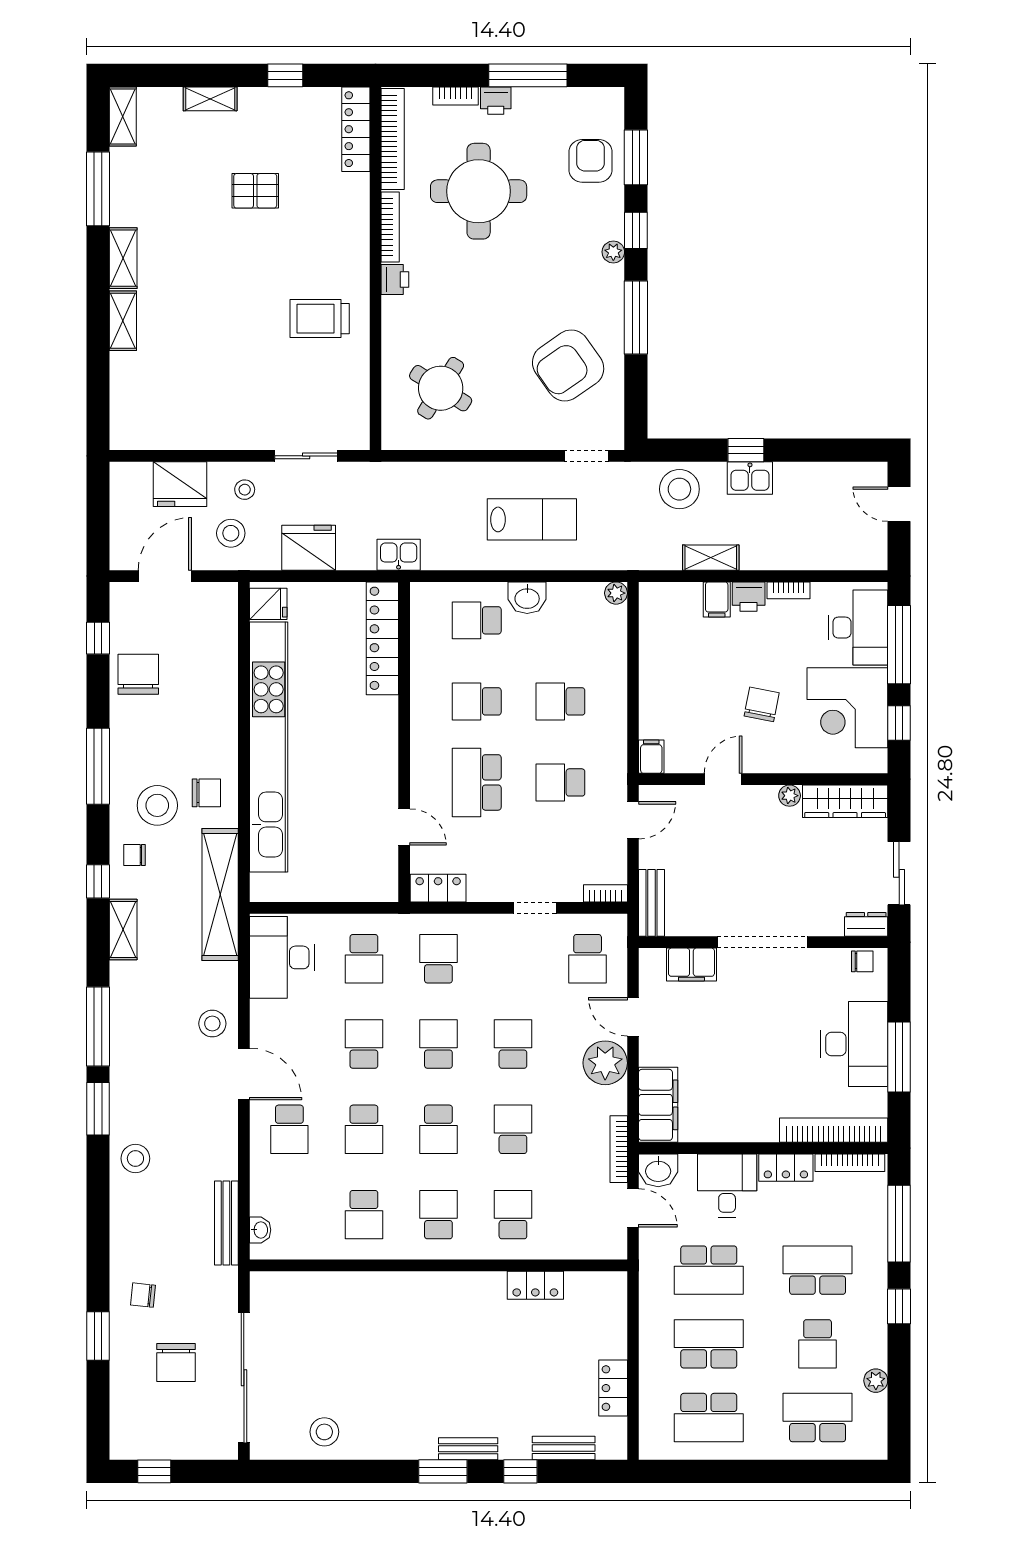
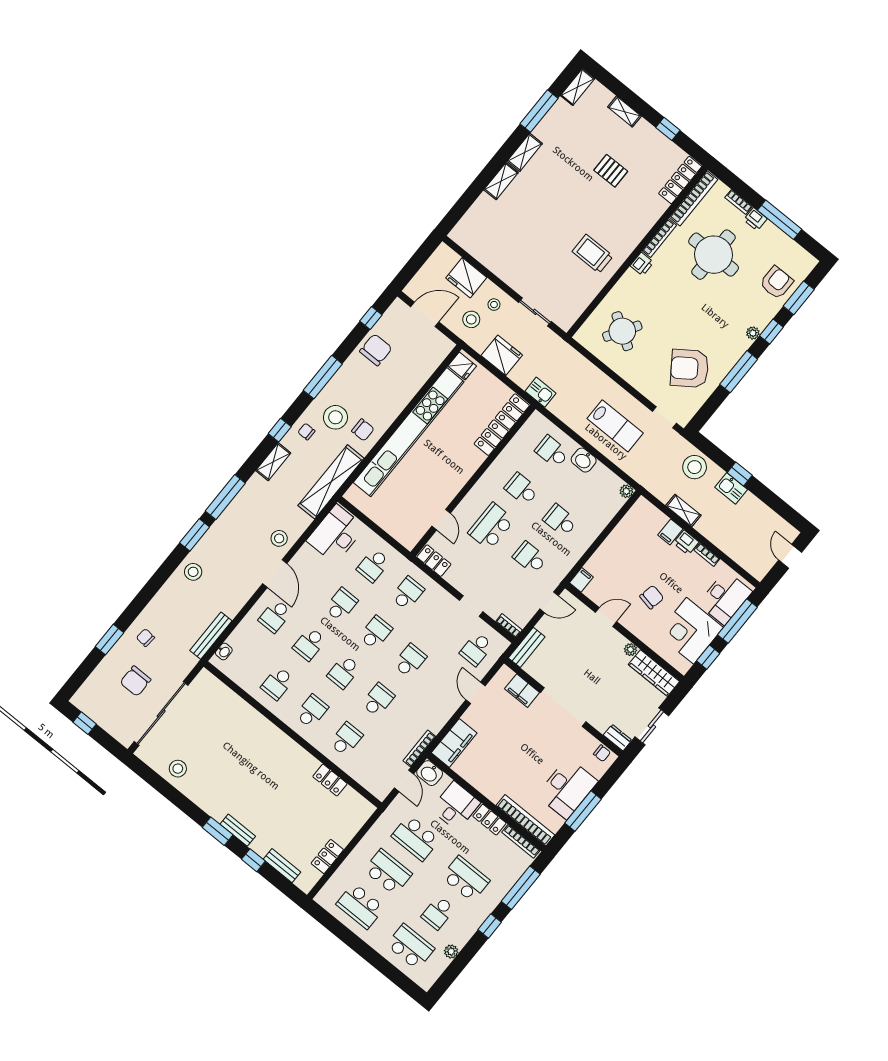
plant: (605, 1063) -> (445, 704), removed

